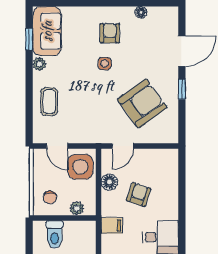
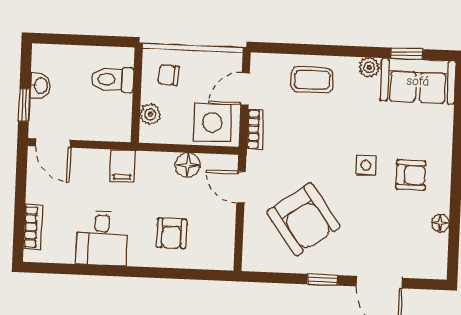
bookcase: (84, 138) -> (255, 129), added
armchair: (139, 195) -> (172, 233), moved, turned 72

